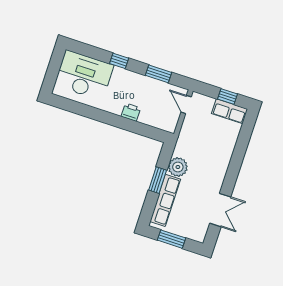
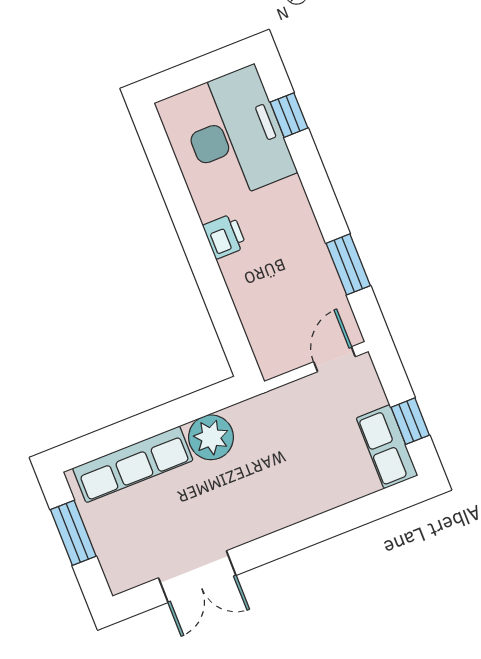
window: (119, 61) -> (289, 115), moved
printer: (131, 112) -> (225, 236), moved
window: (158, 180) -> (157, 421), removed

